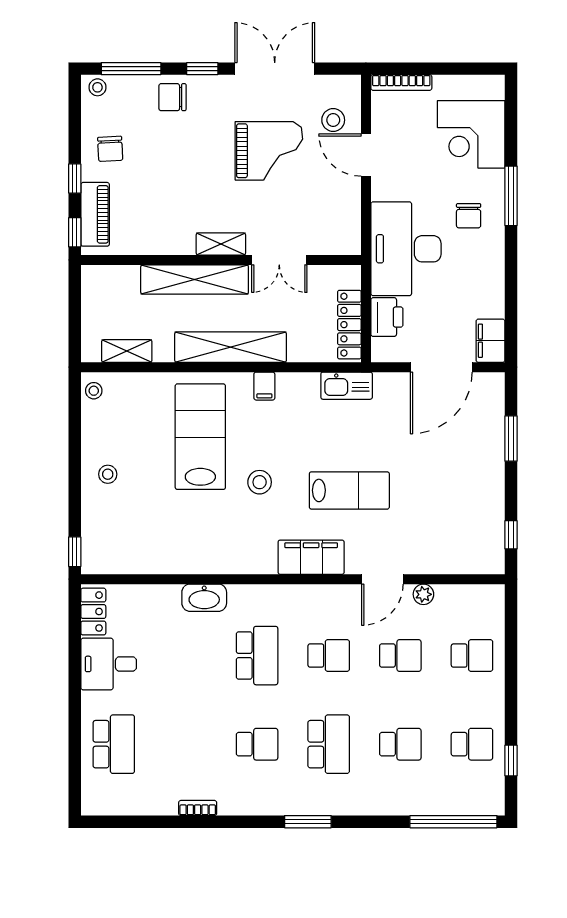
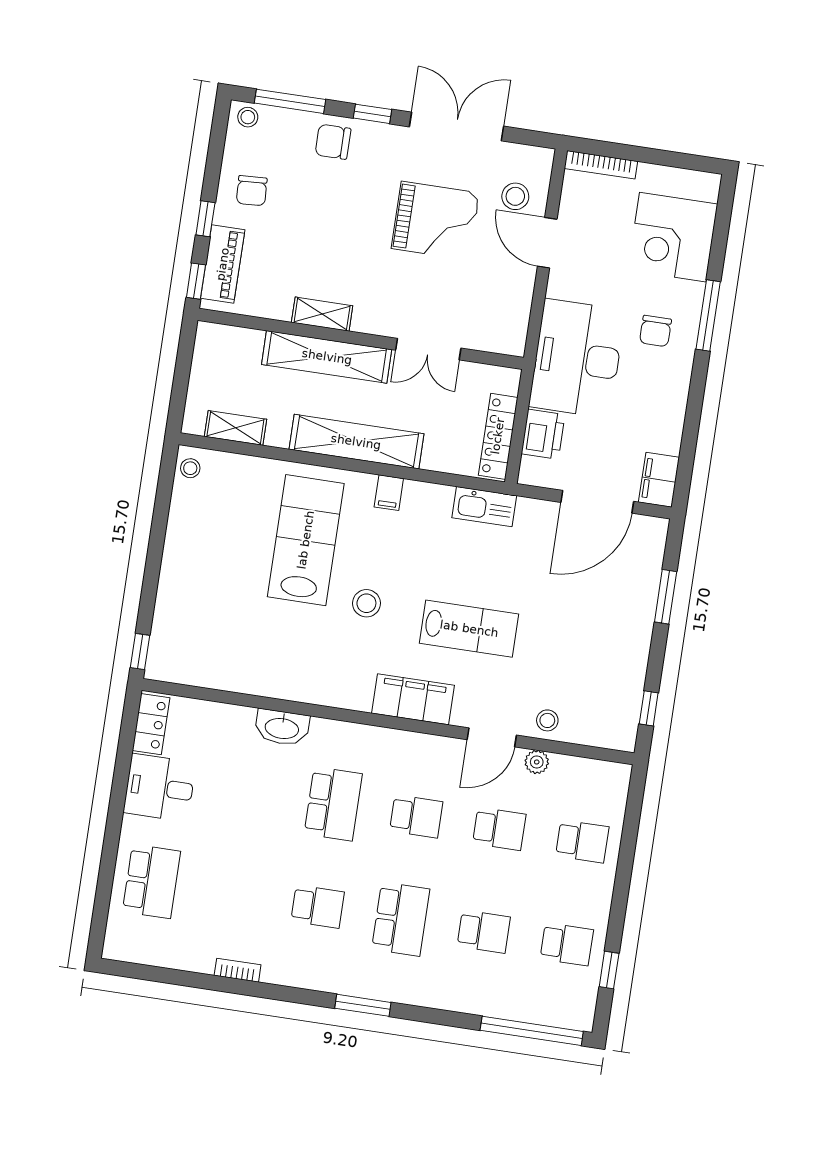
shelving: (221, 244) -> (322, 314), moved
stool: (108, 474) -> (547, 720), moved

